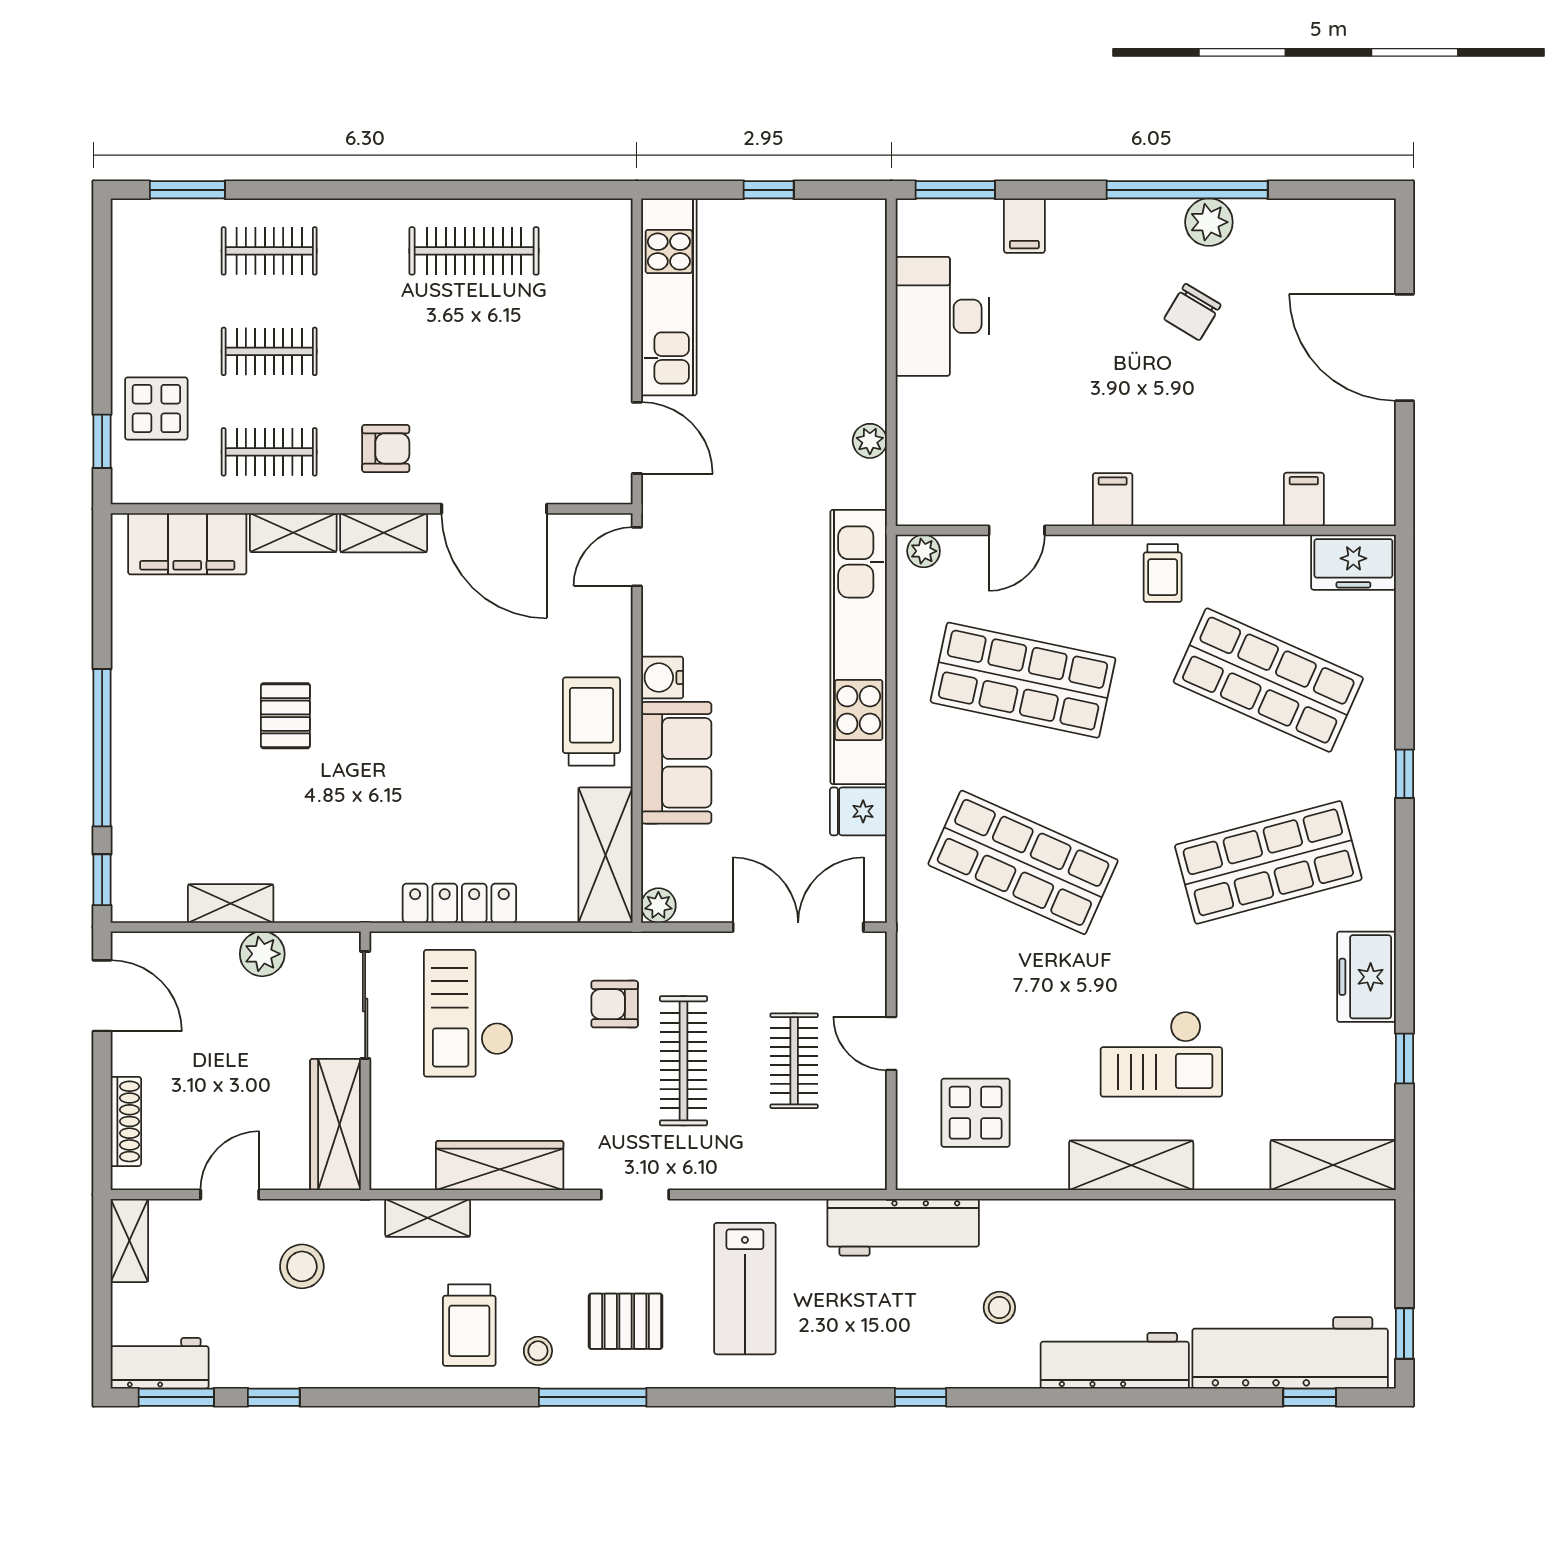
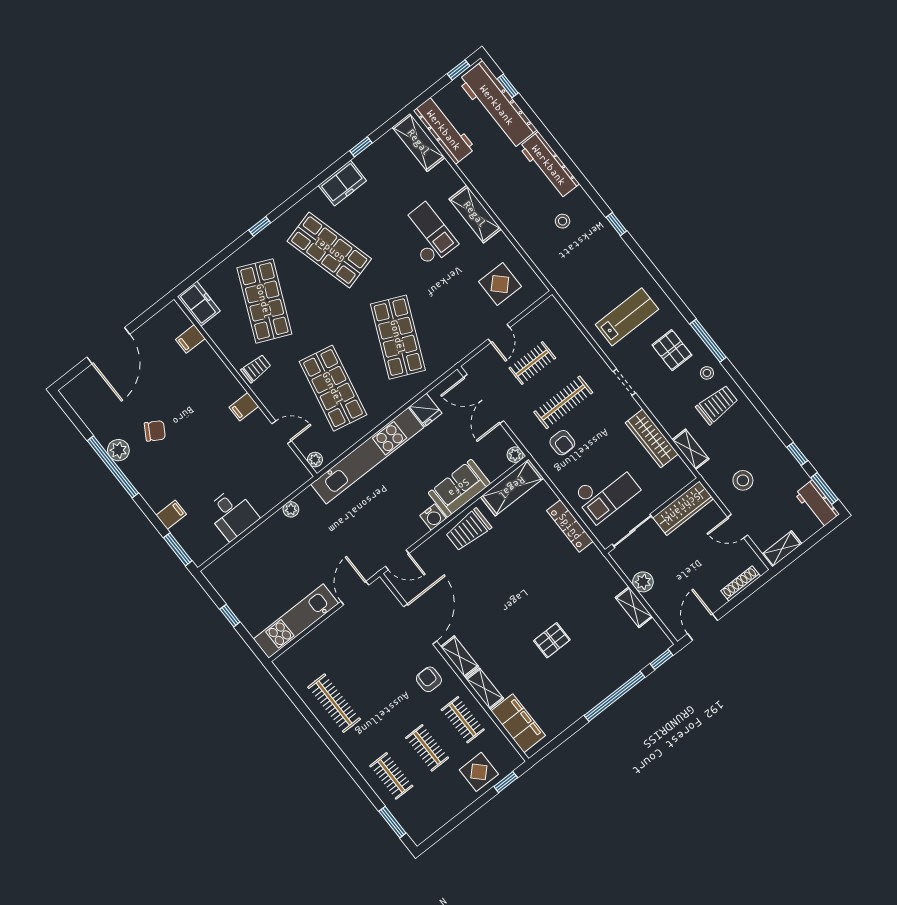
desk: (942, 316) -> (232, 514), width x0.73
workbench: (903, 1227) -> (444, 130), moved

